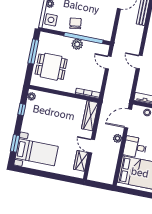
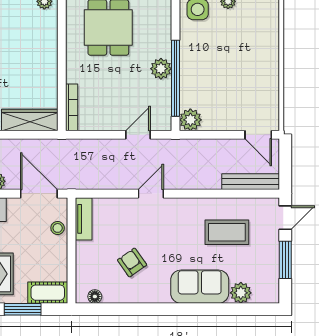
chair: (75, 23) -> (200, 57), removed
plant: (106, 35) -> (190, 120), added

